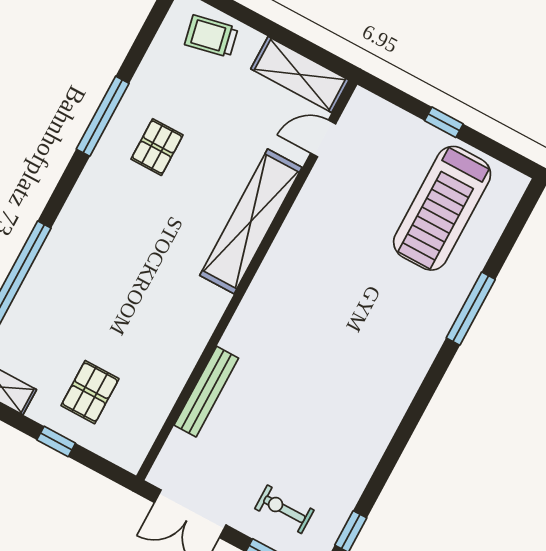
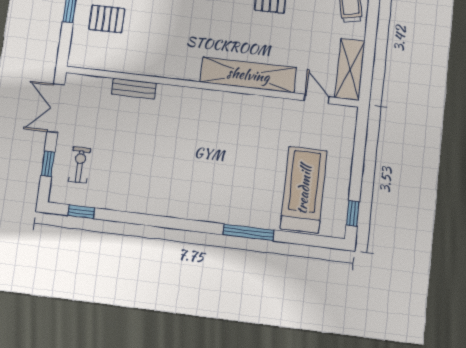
window: (444, 122) -> (353, 213), moved
treadmill: (442, 208) -> (304, 190), turned 90
bench: (206, 392) -> (134, 89), width x0.73

